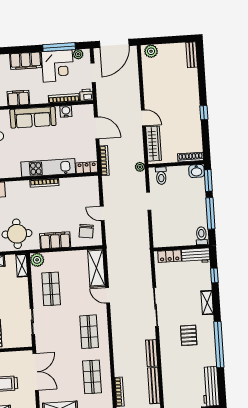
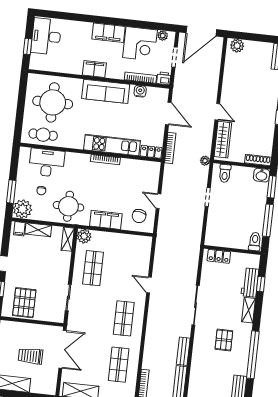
window: (59, 47) -> (145, 25), removed
workbench: (196, 256) -> (250, 283), moved, turned 90
shelving: (96, 268) -> (143, 255), removed

